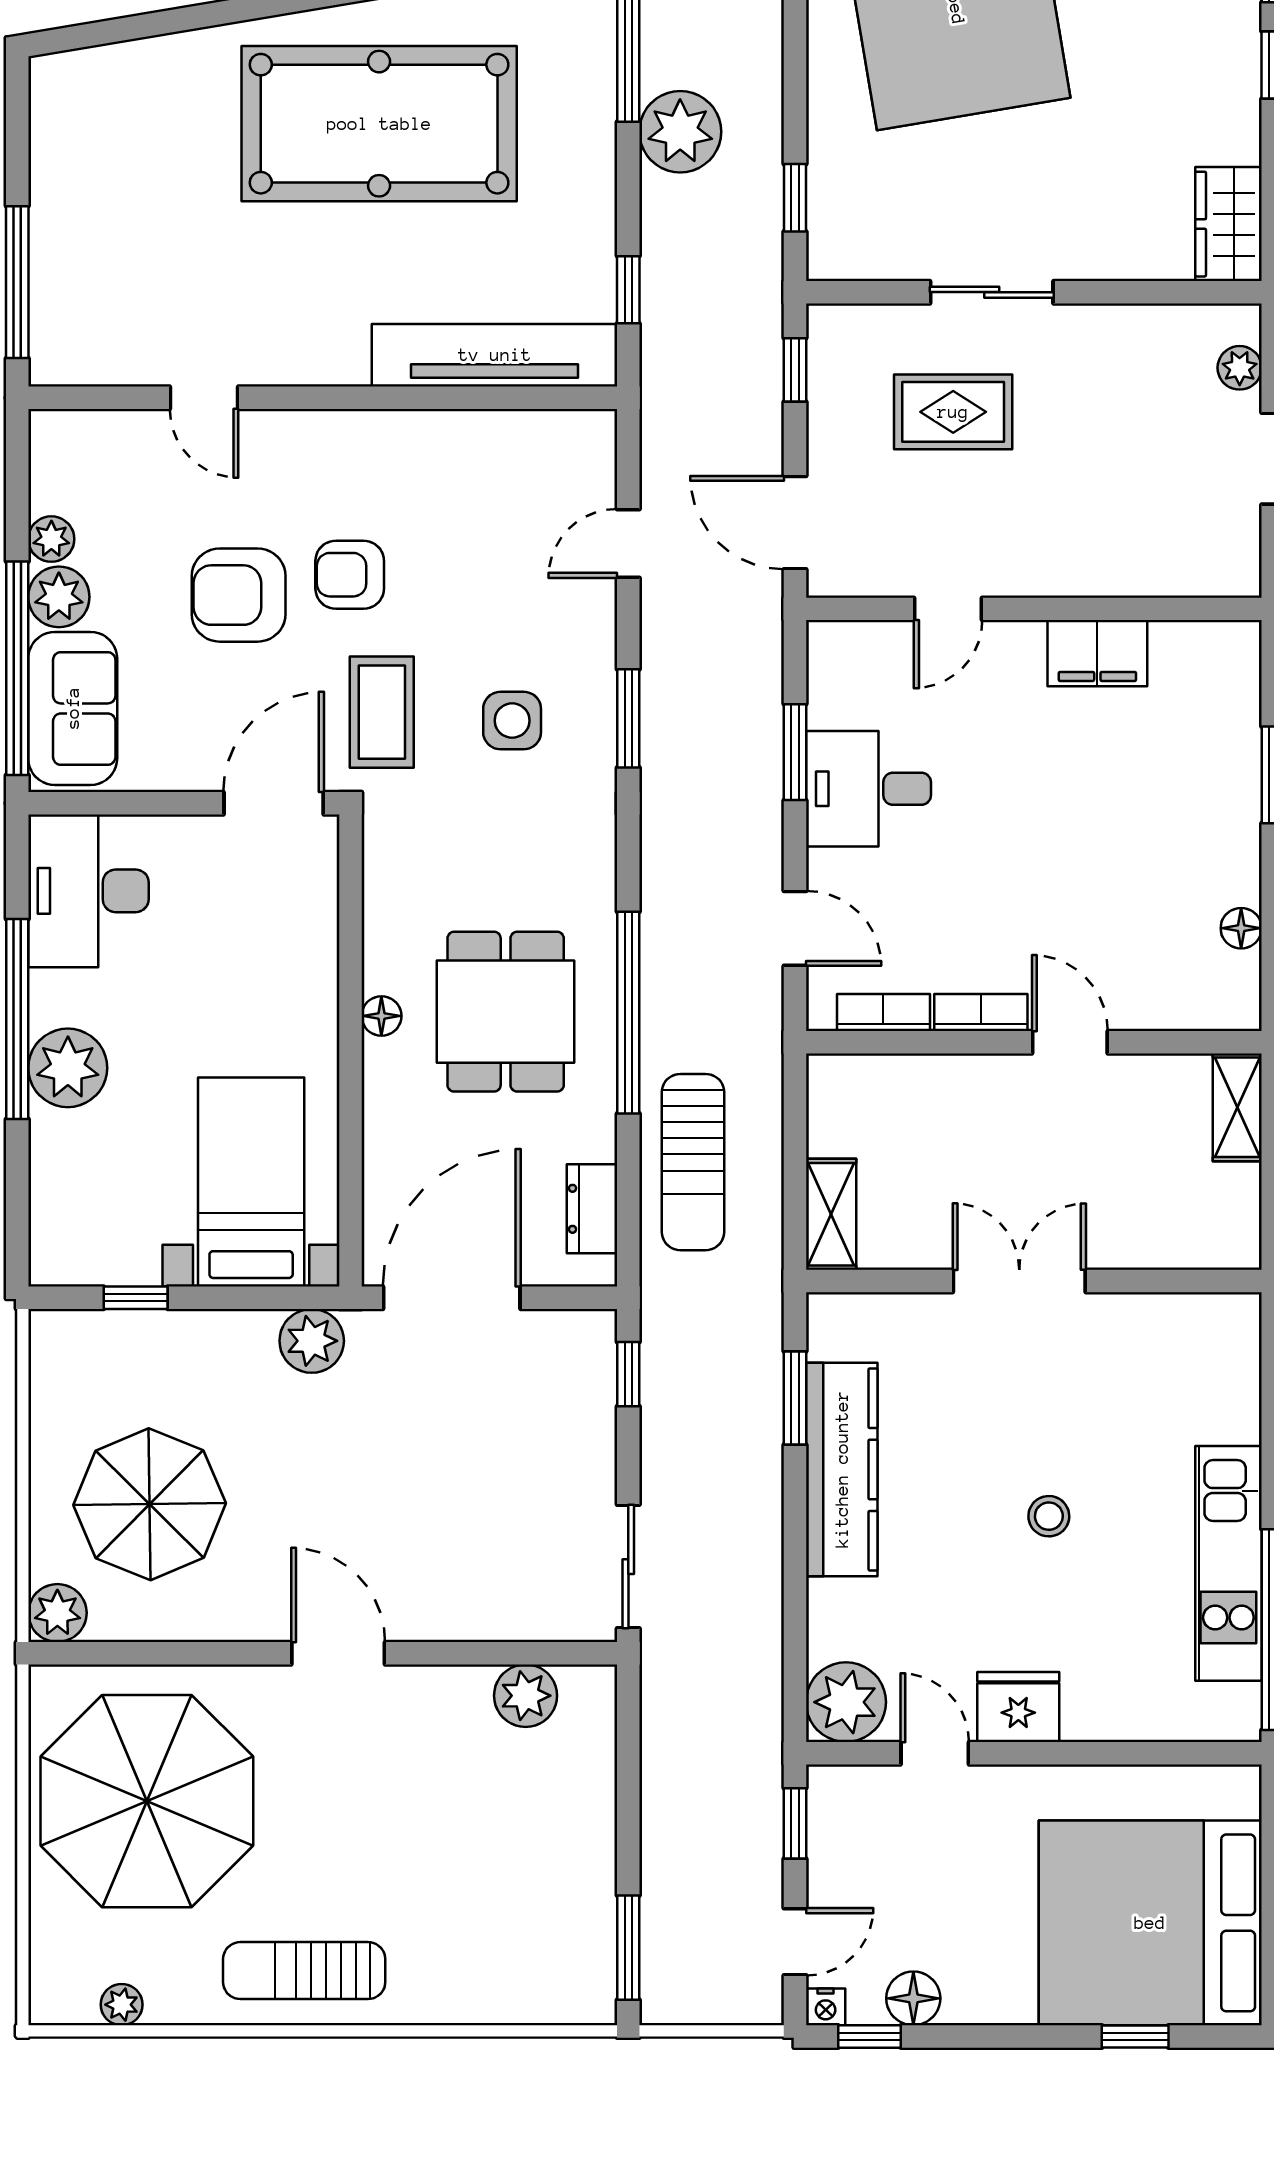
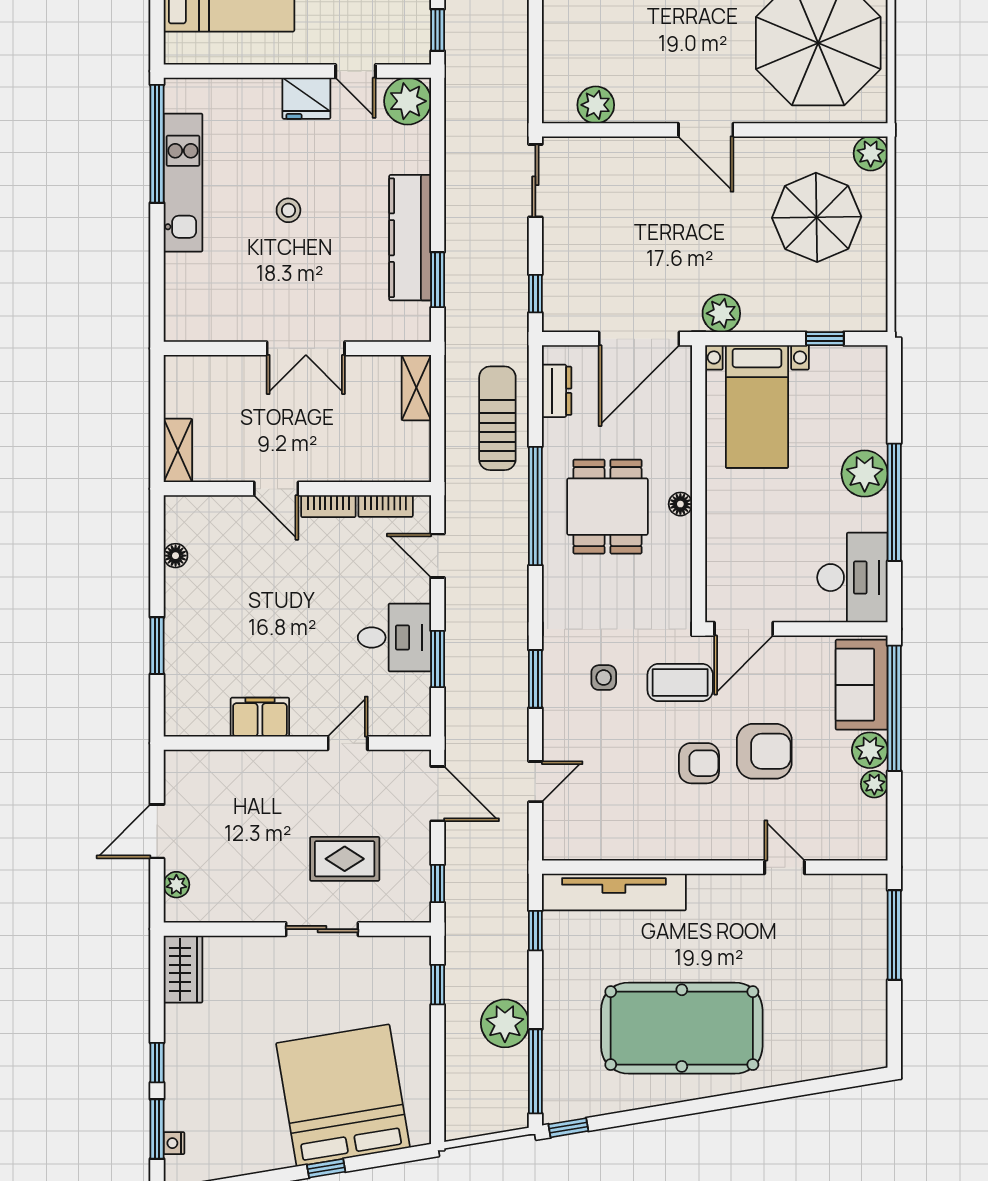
coffee table: (382, 712) -> (680, 682), turned 90
side table: (512, 721) -> (604, 678), width x0.73, depth x0.73

